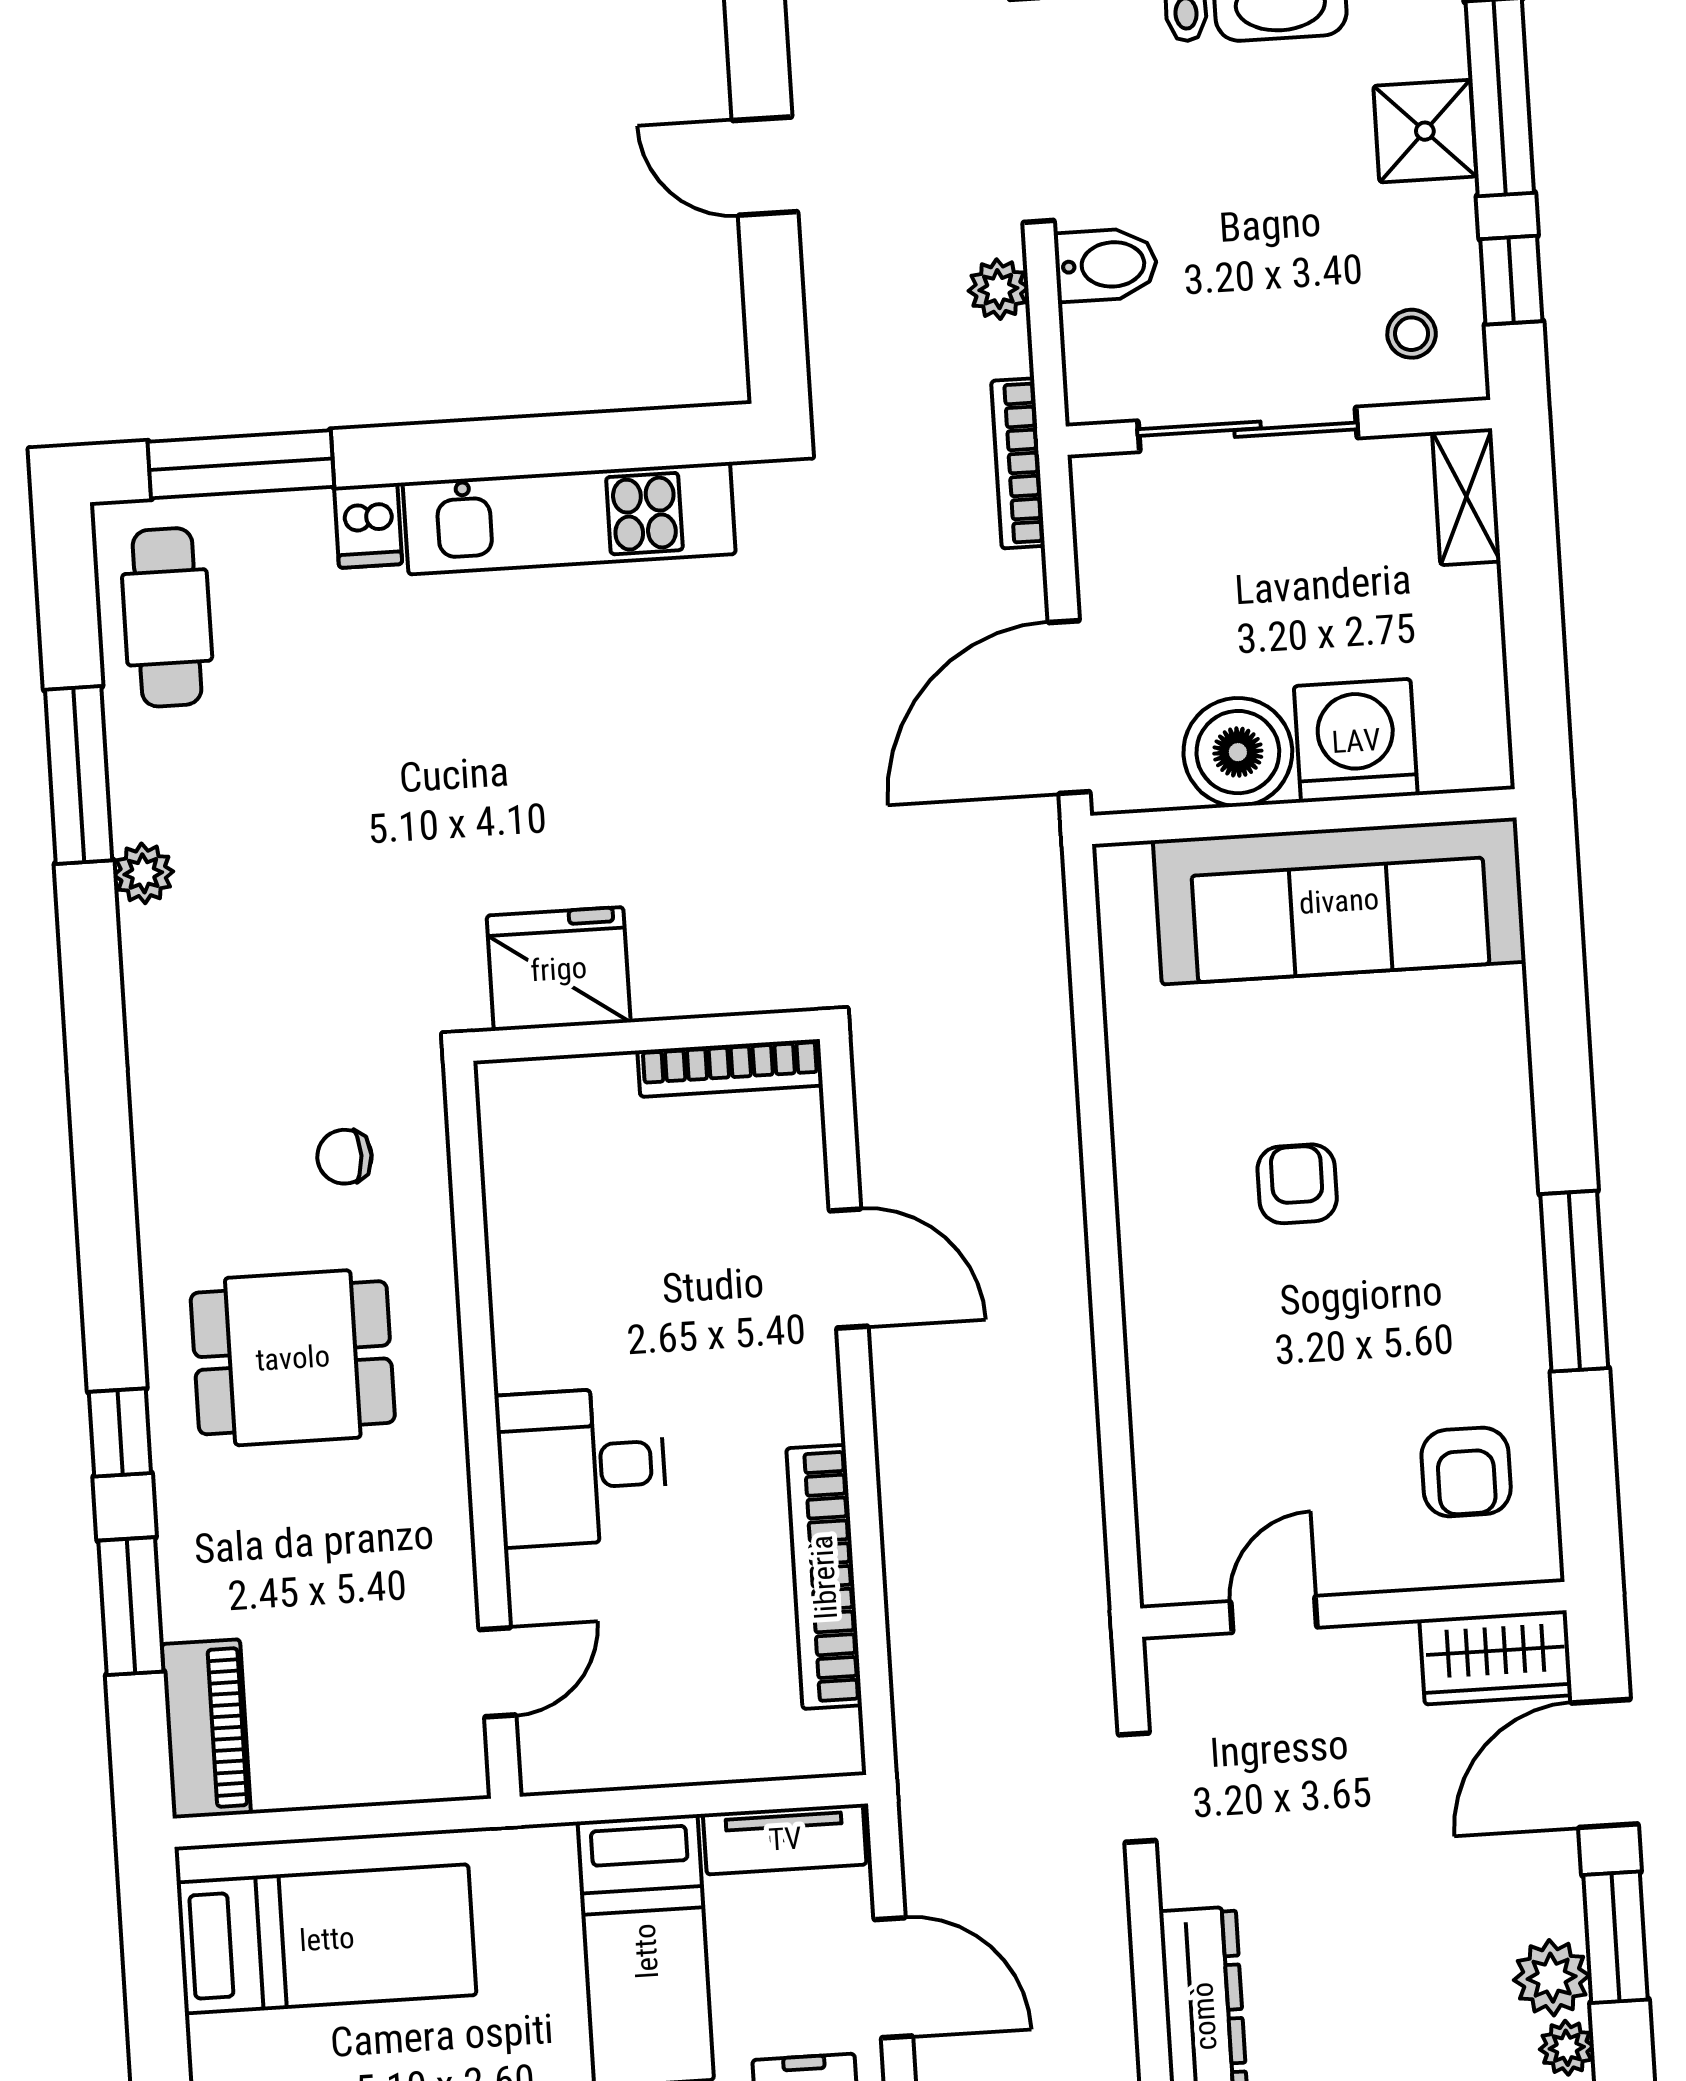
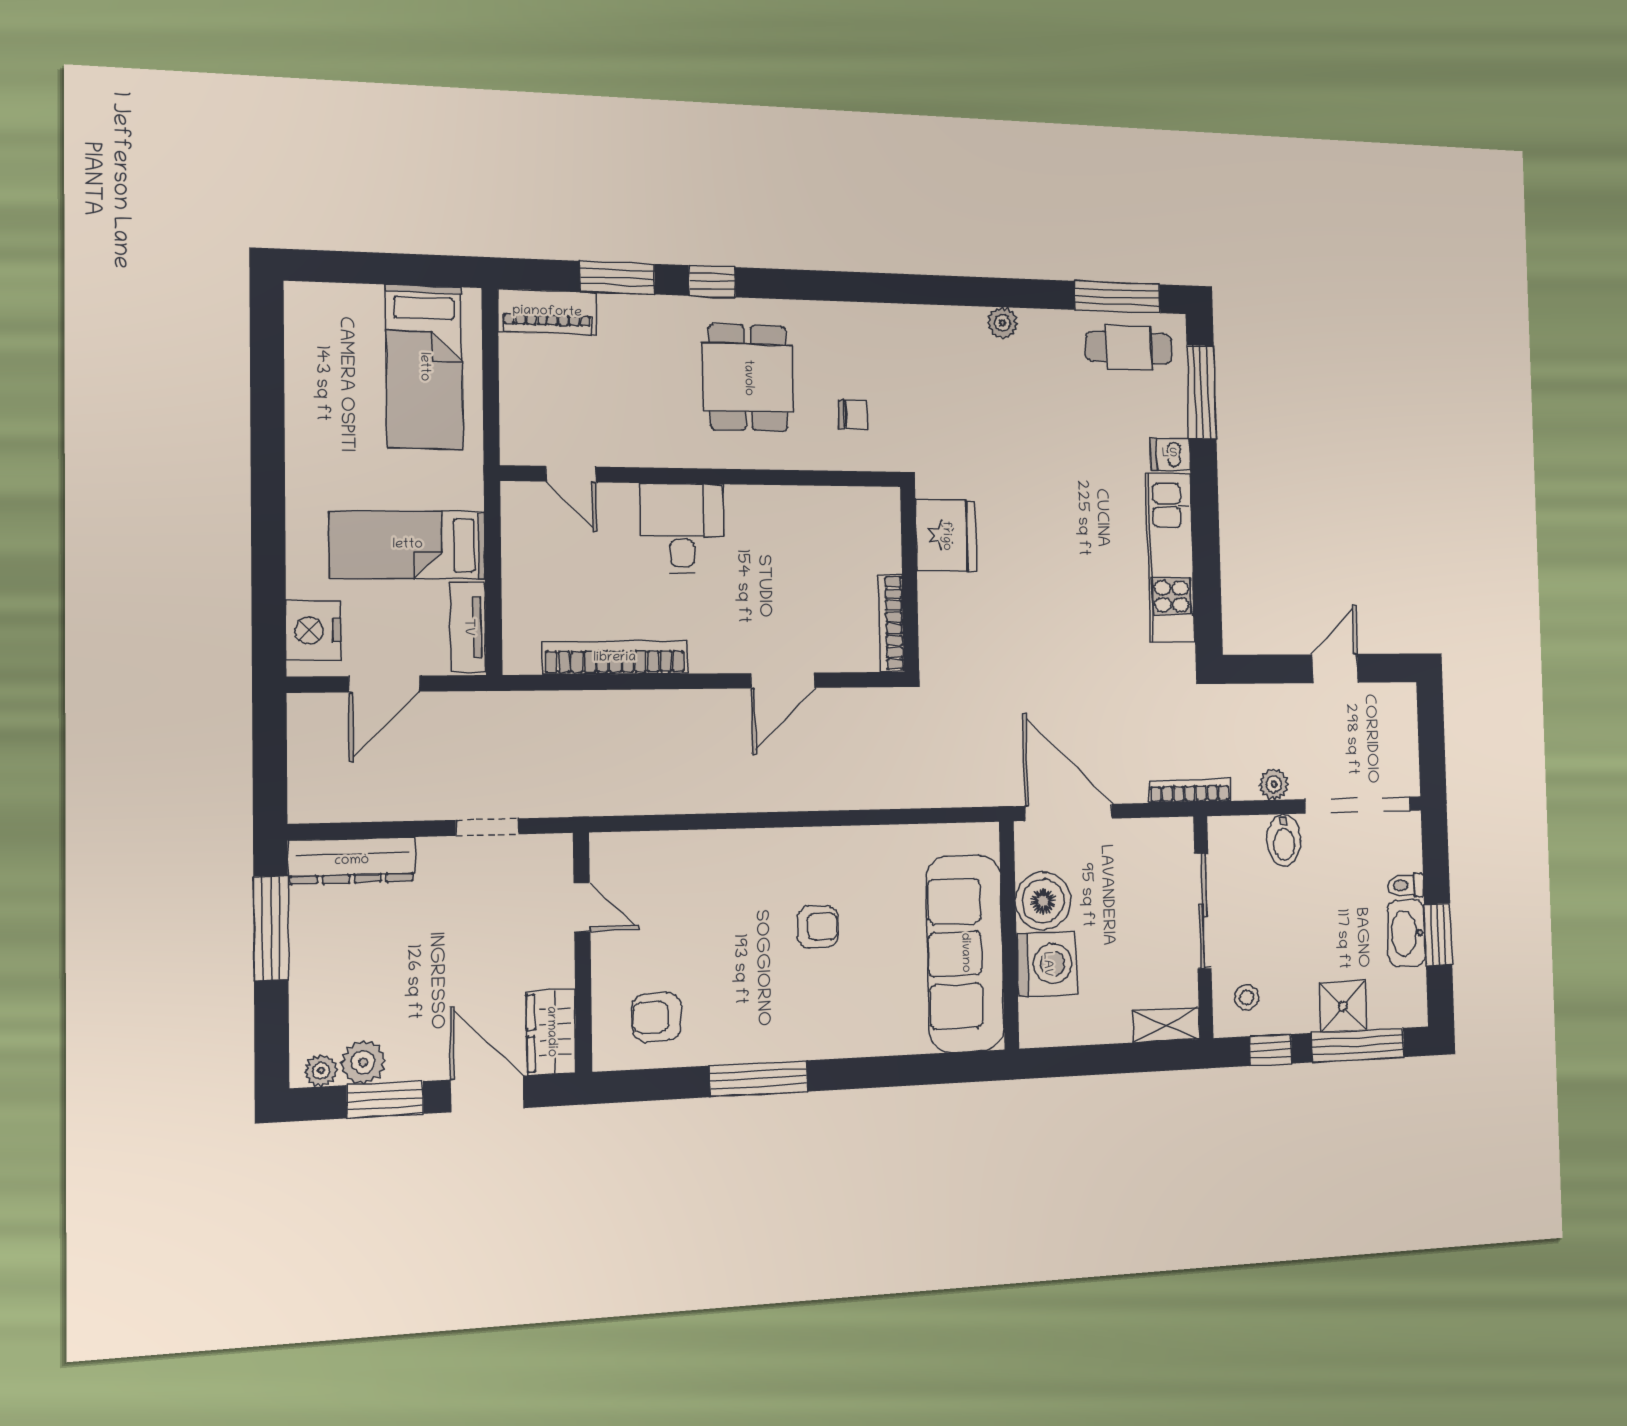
window: (79, 775) -> (1117, 297), moved
chair: (344, 1157) -> (853, 415), turned 90

